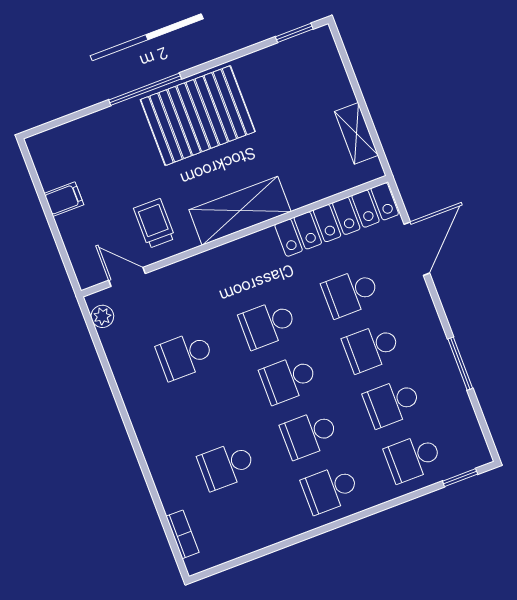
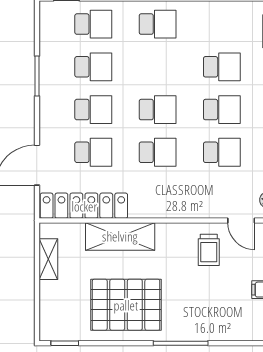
pallet: (198, 116) -> (126, 305), moved
shelving: (240, 211) -> (120, 236), moved
school desk: (309, 434) -> (222, 110), moved

